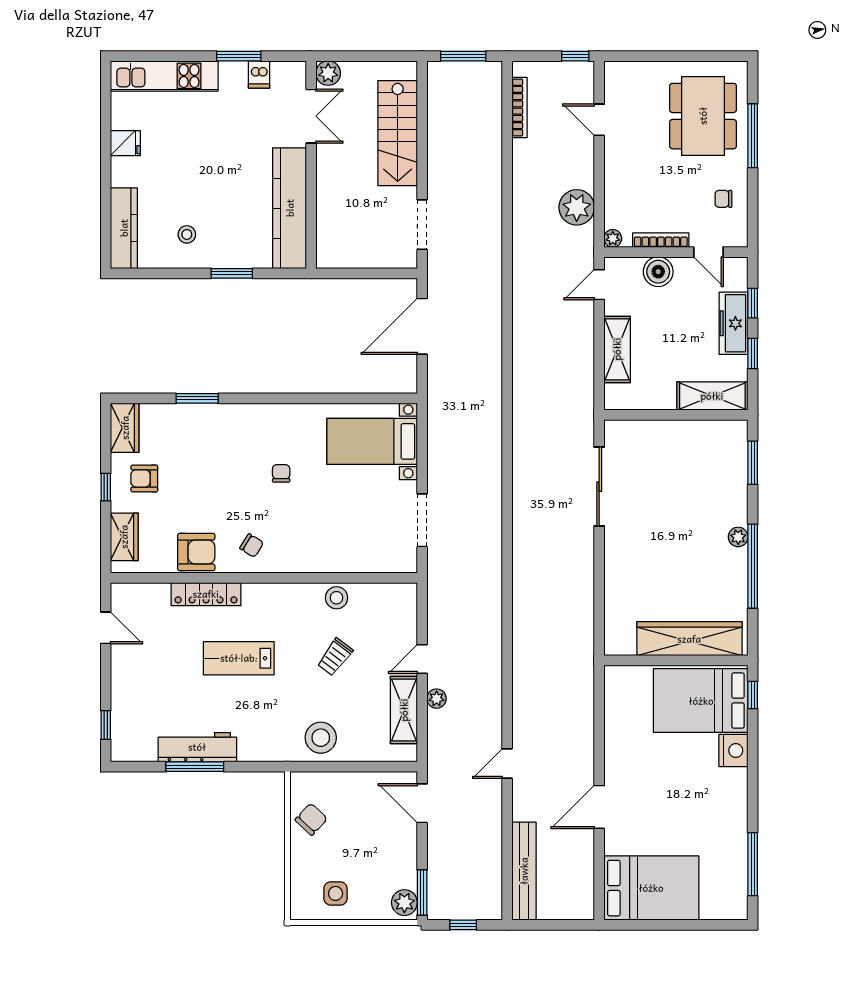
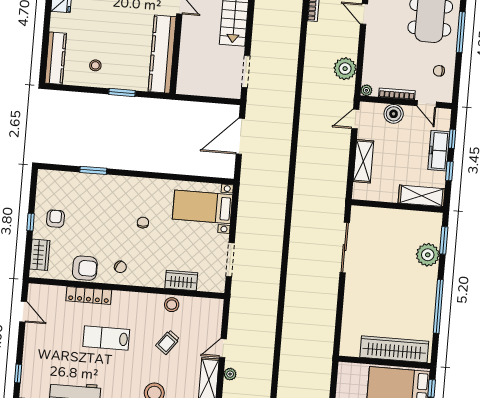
wardrobe: (125, 428) -> (181, 280), moved, turned -90
armchair: (144, 478) -> (56, 219), turned 90
plant: (738, 537) -> (428, 255), moved, width x1.87, depth x1.87

